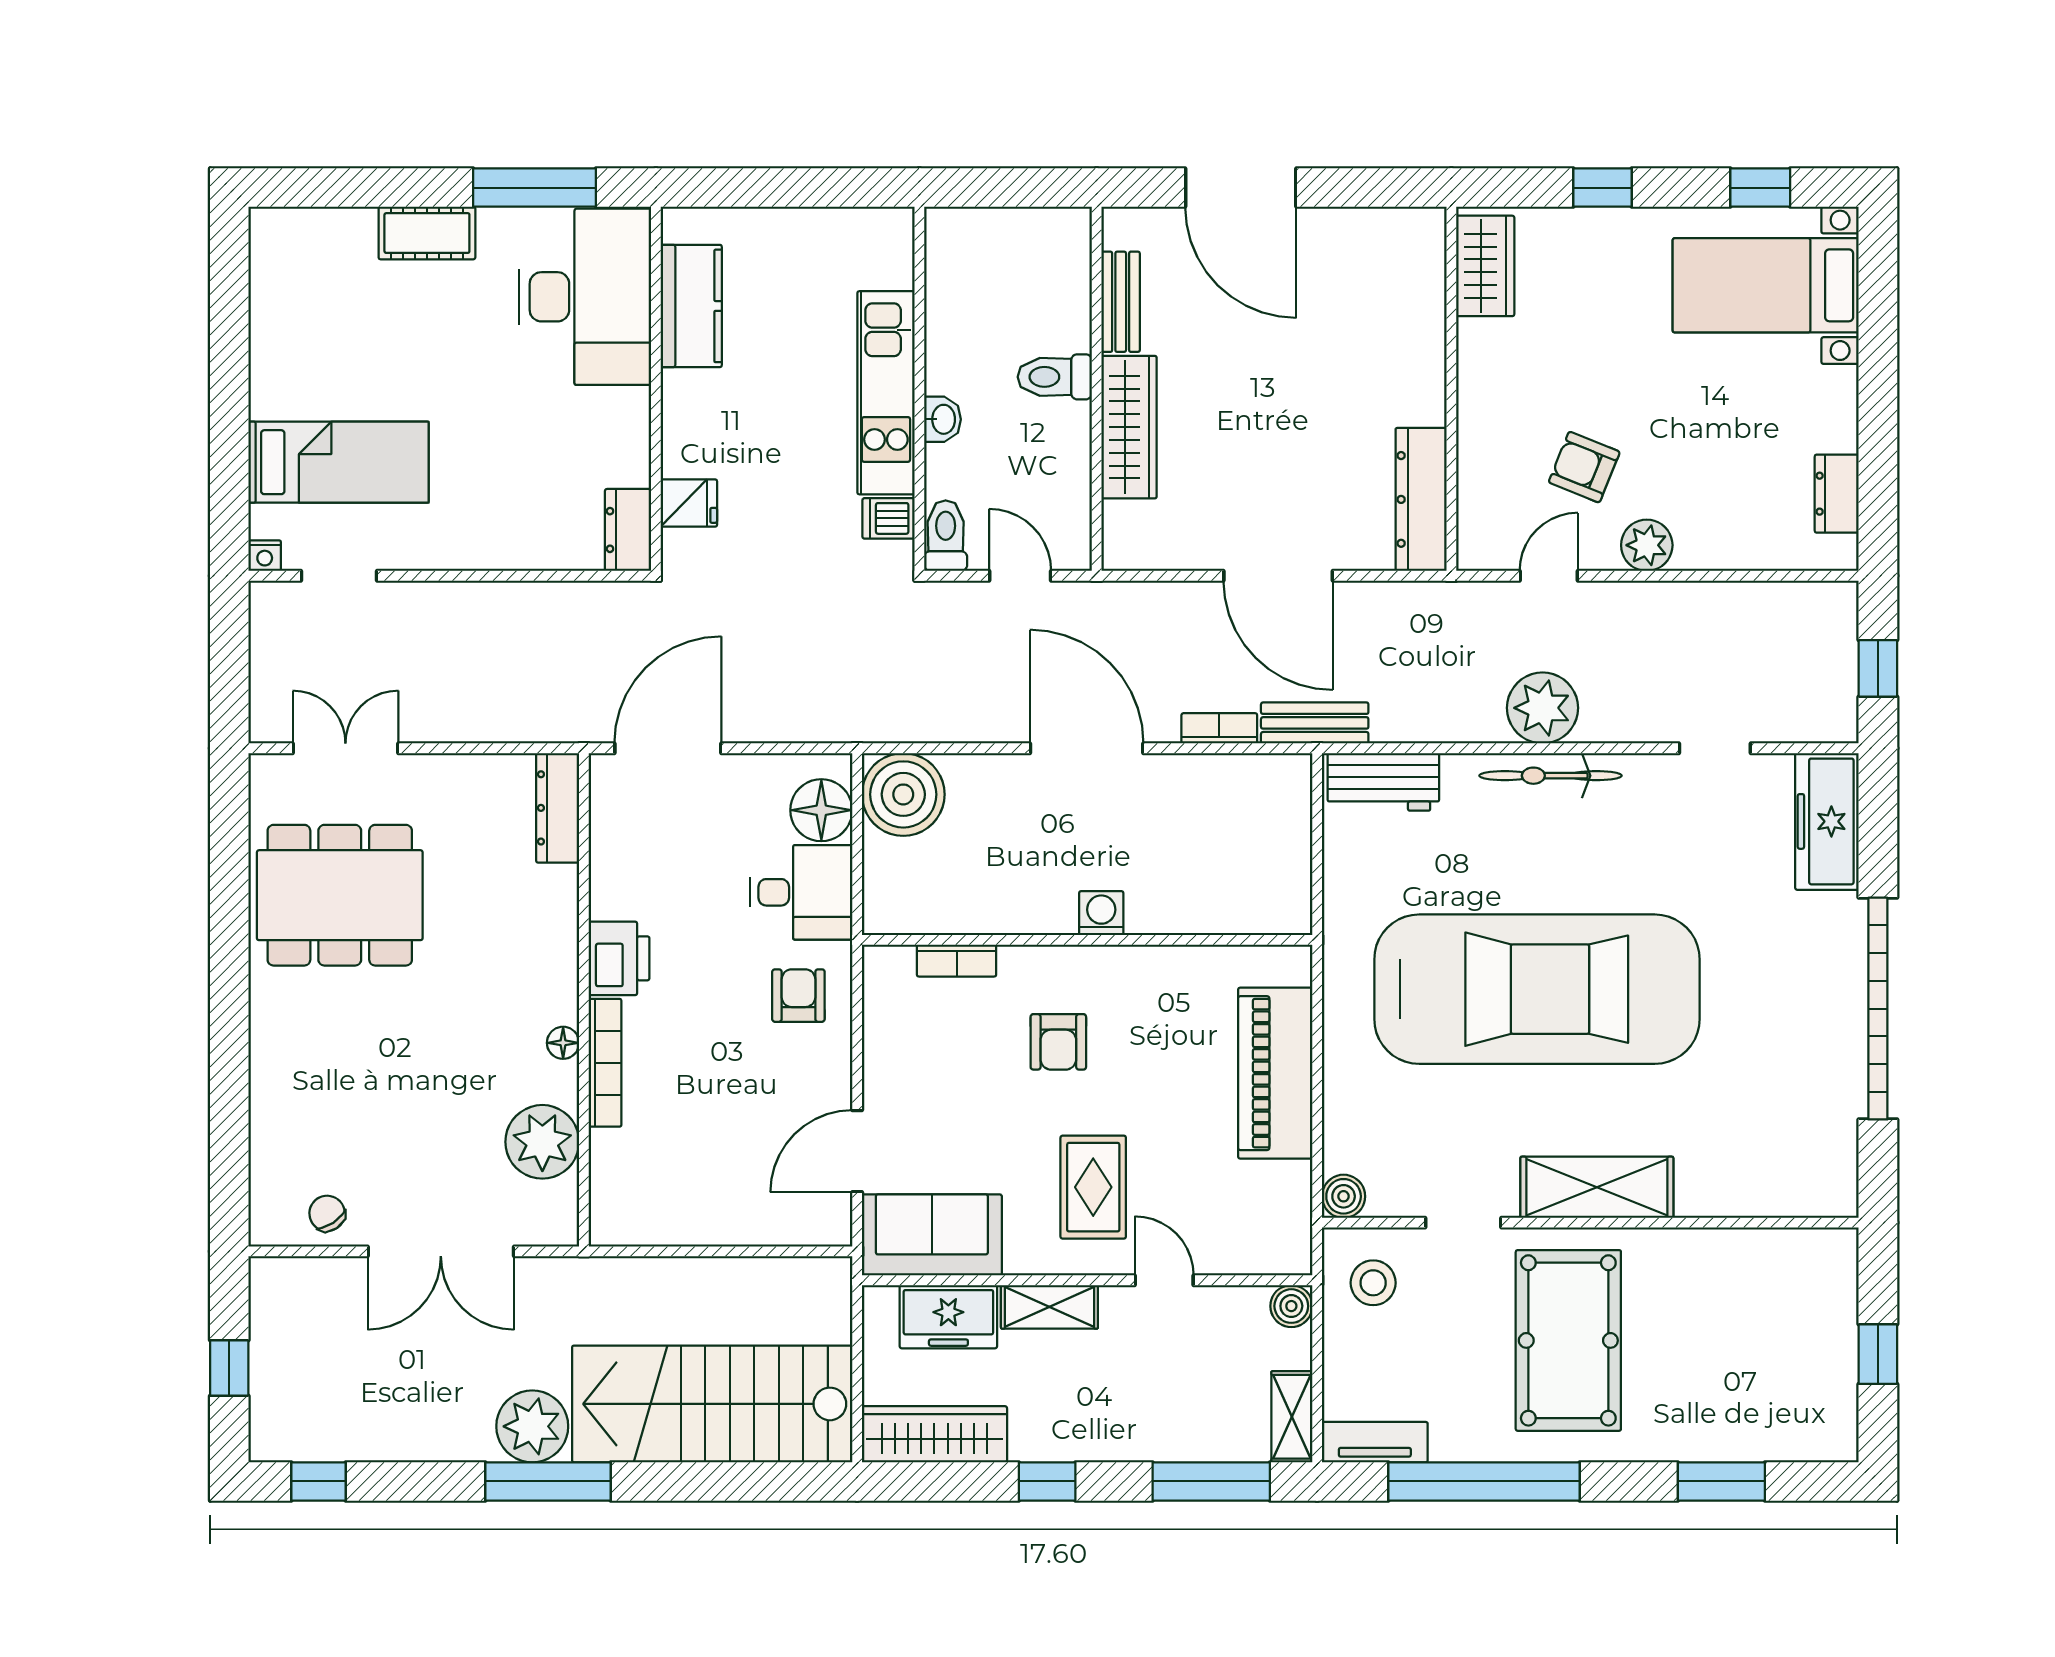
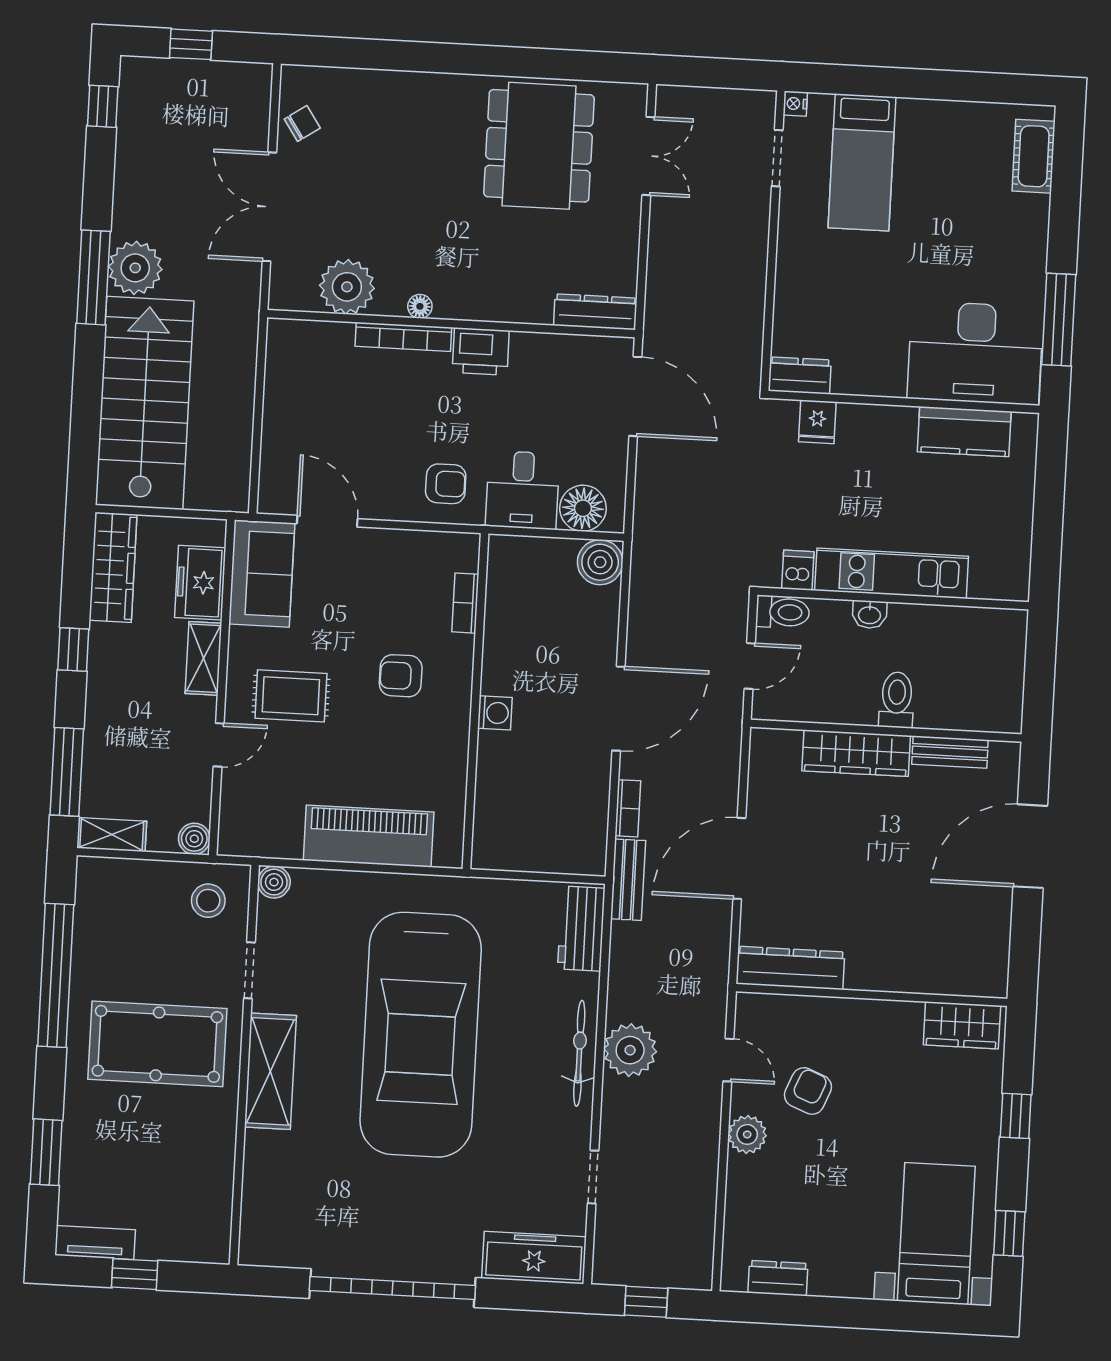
cot: (427, 233) -> (1034, 156), moved
boiler: (903, 794) -> (600, 562), width x0.73, depth x0.73
tv unit: (1375, 1442) -> (95, 1242), moved, turned -90

